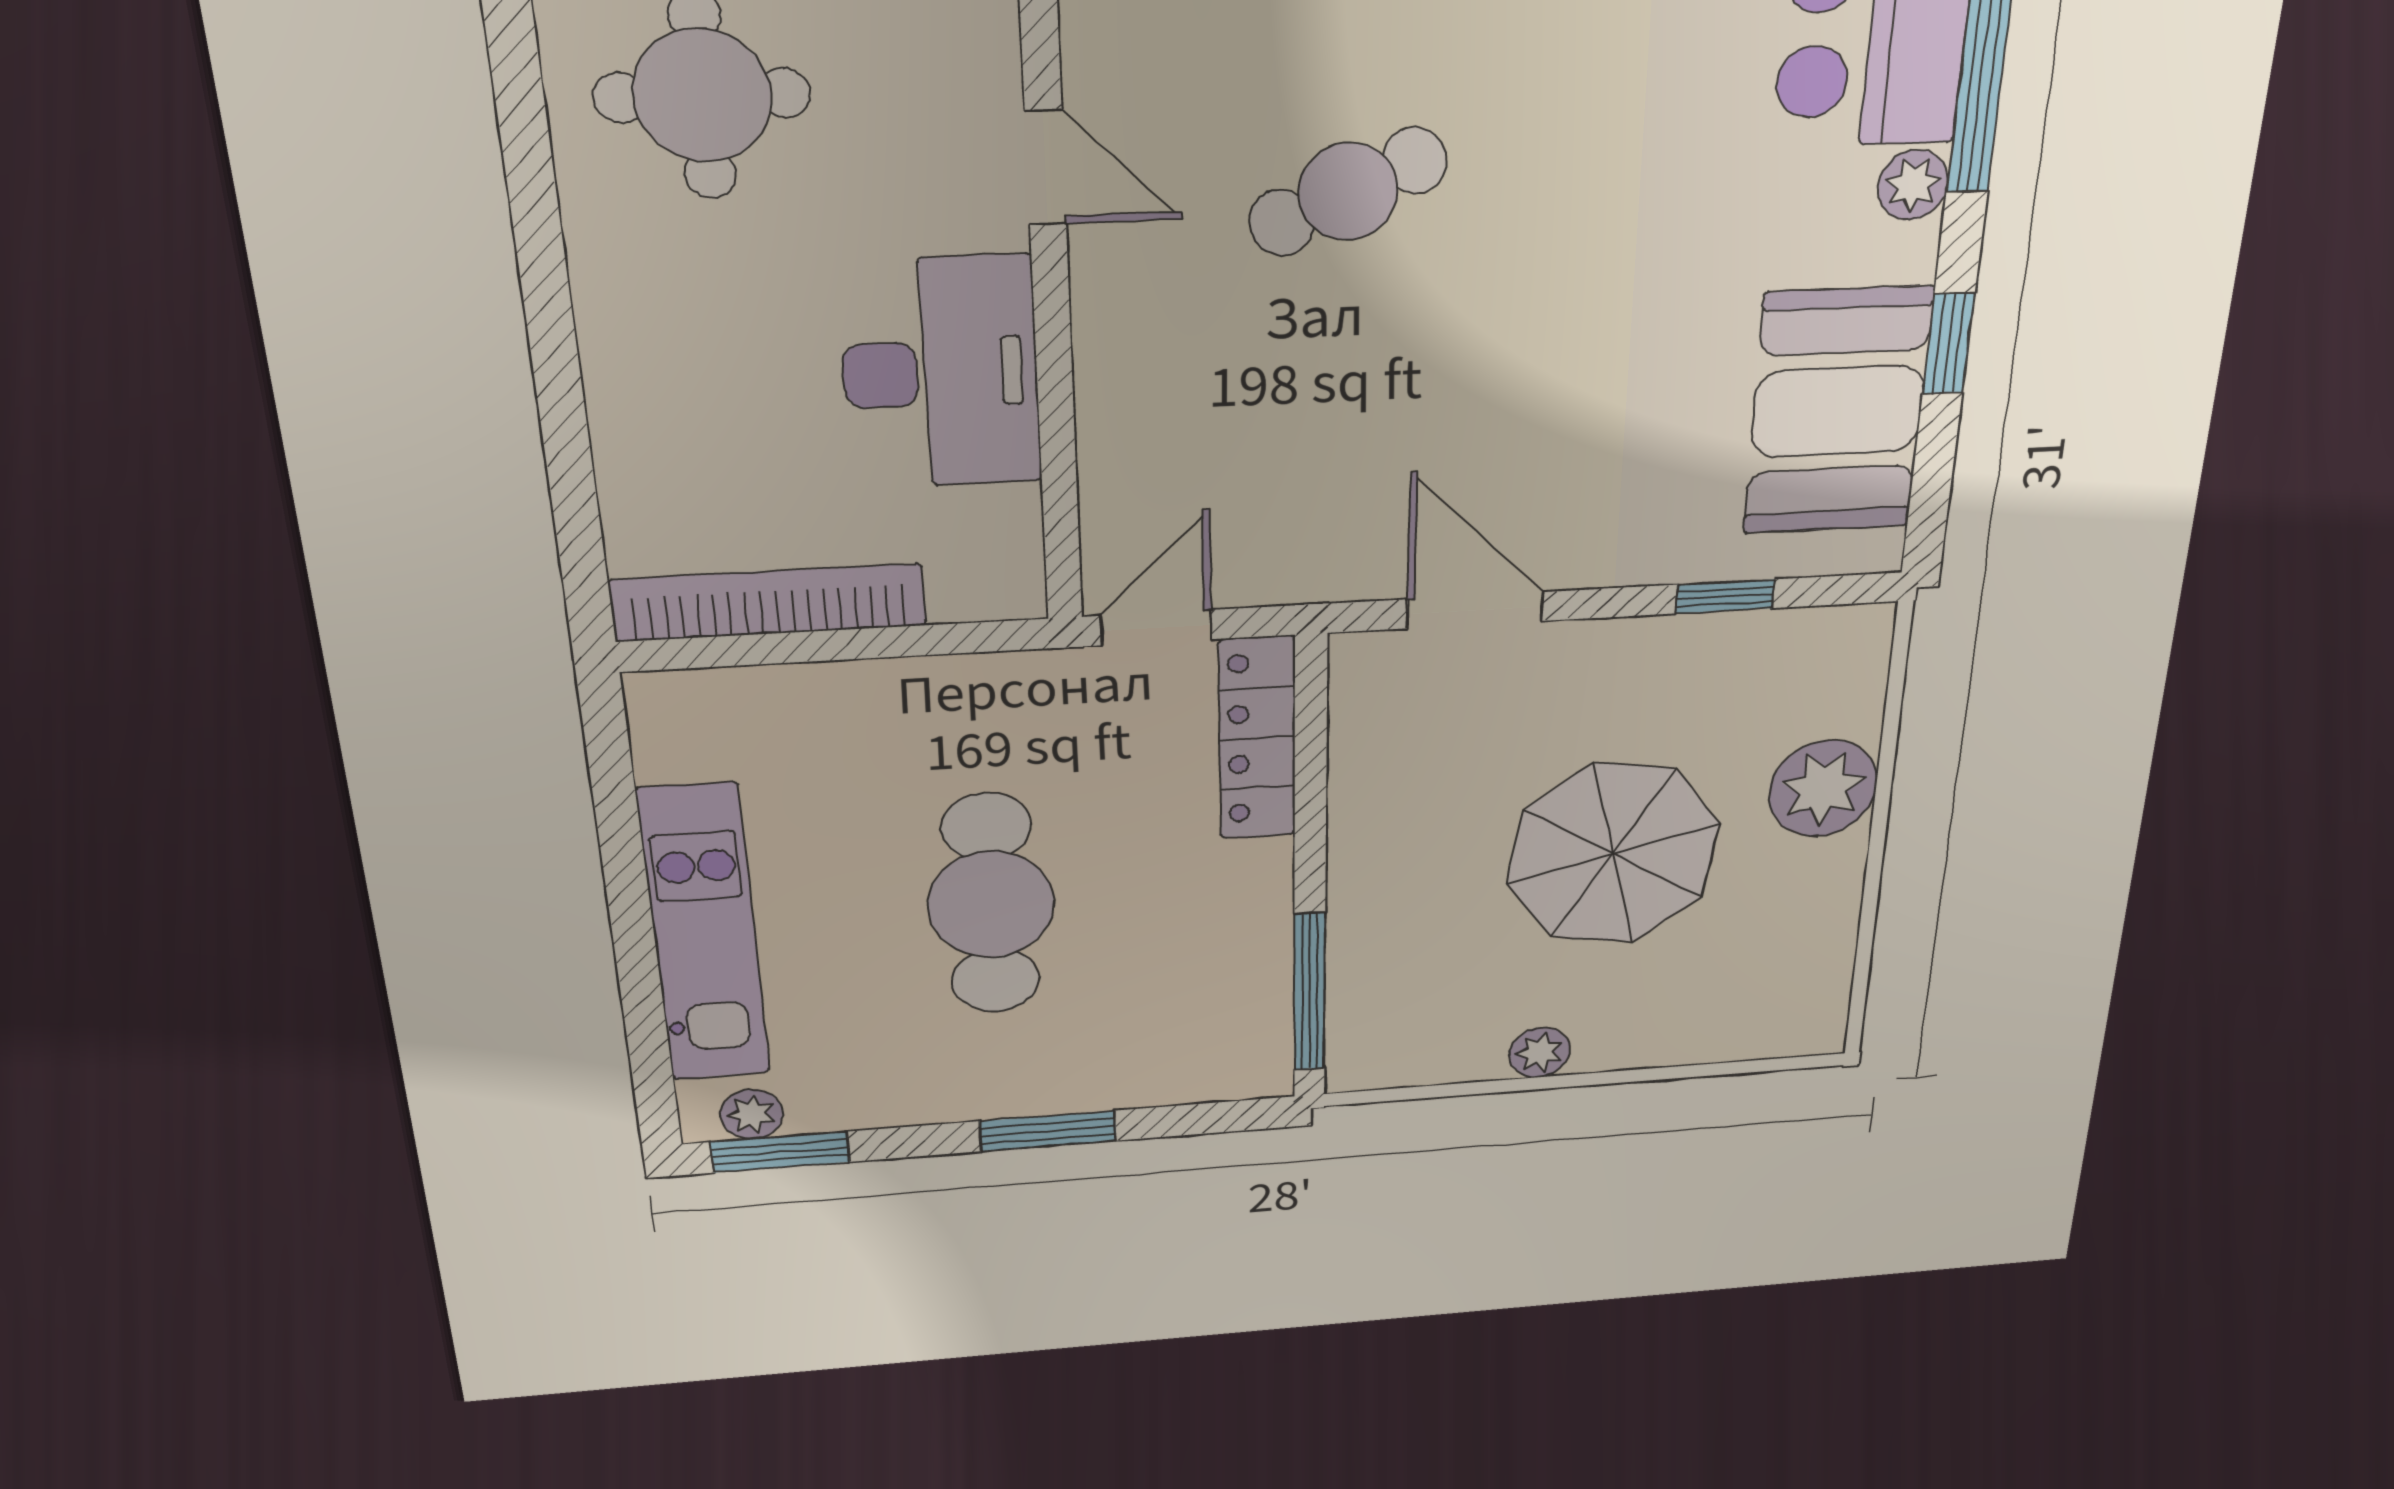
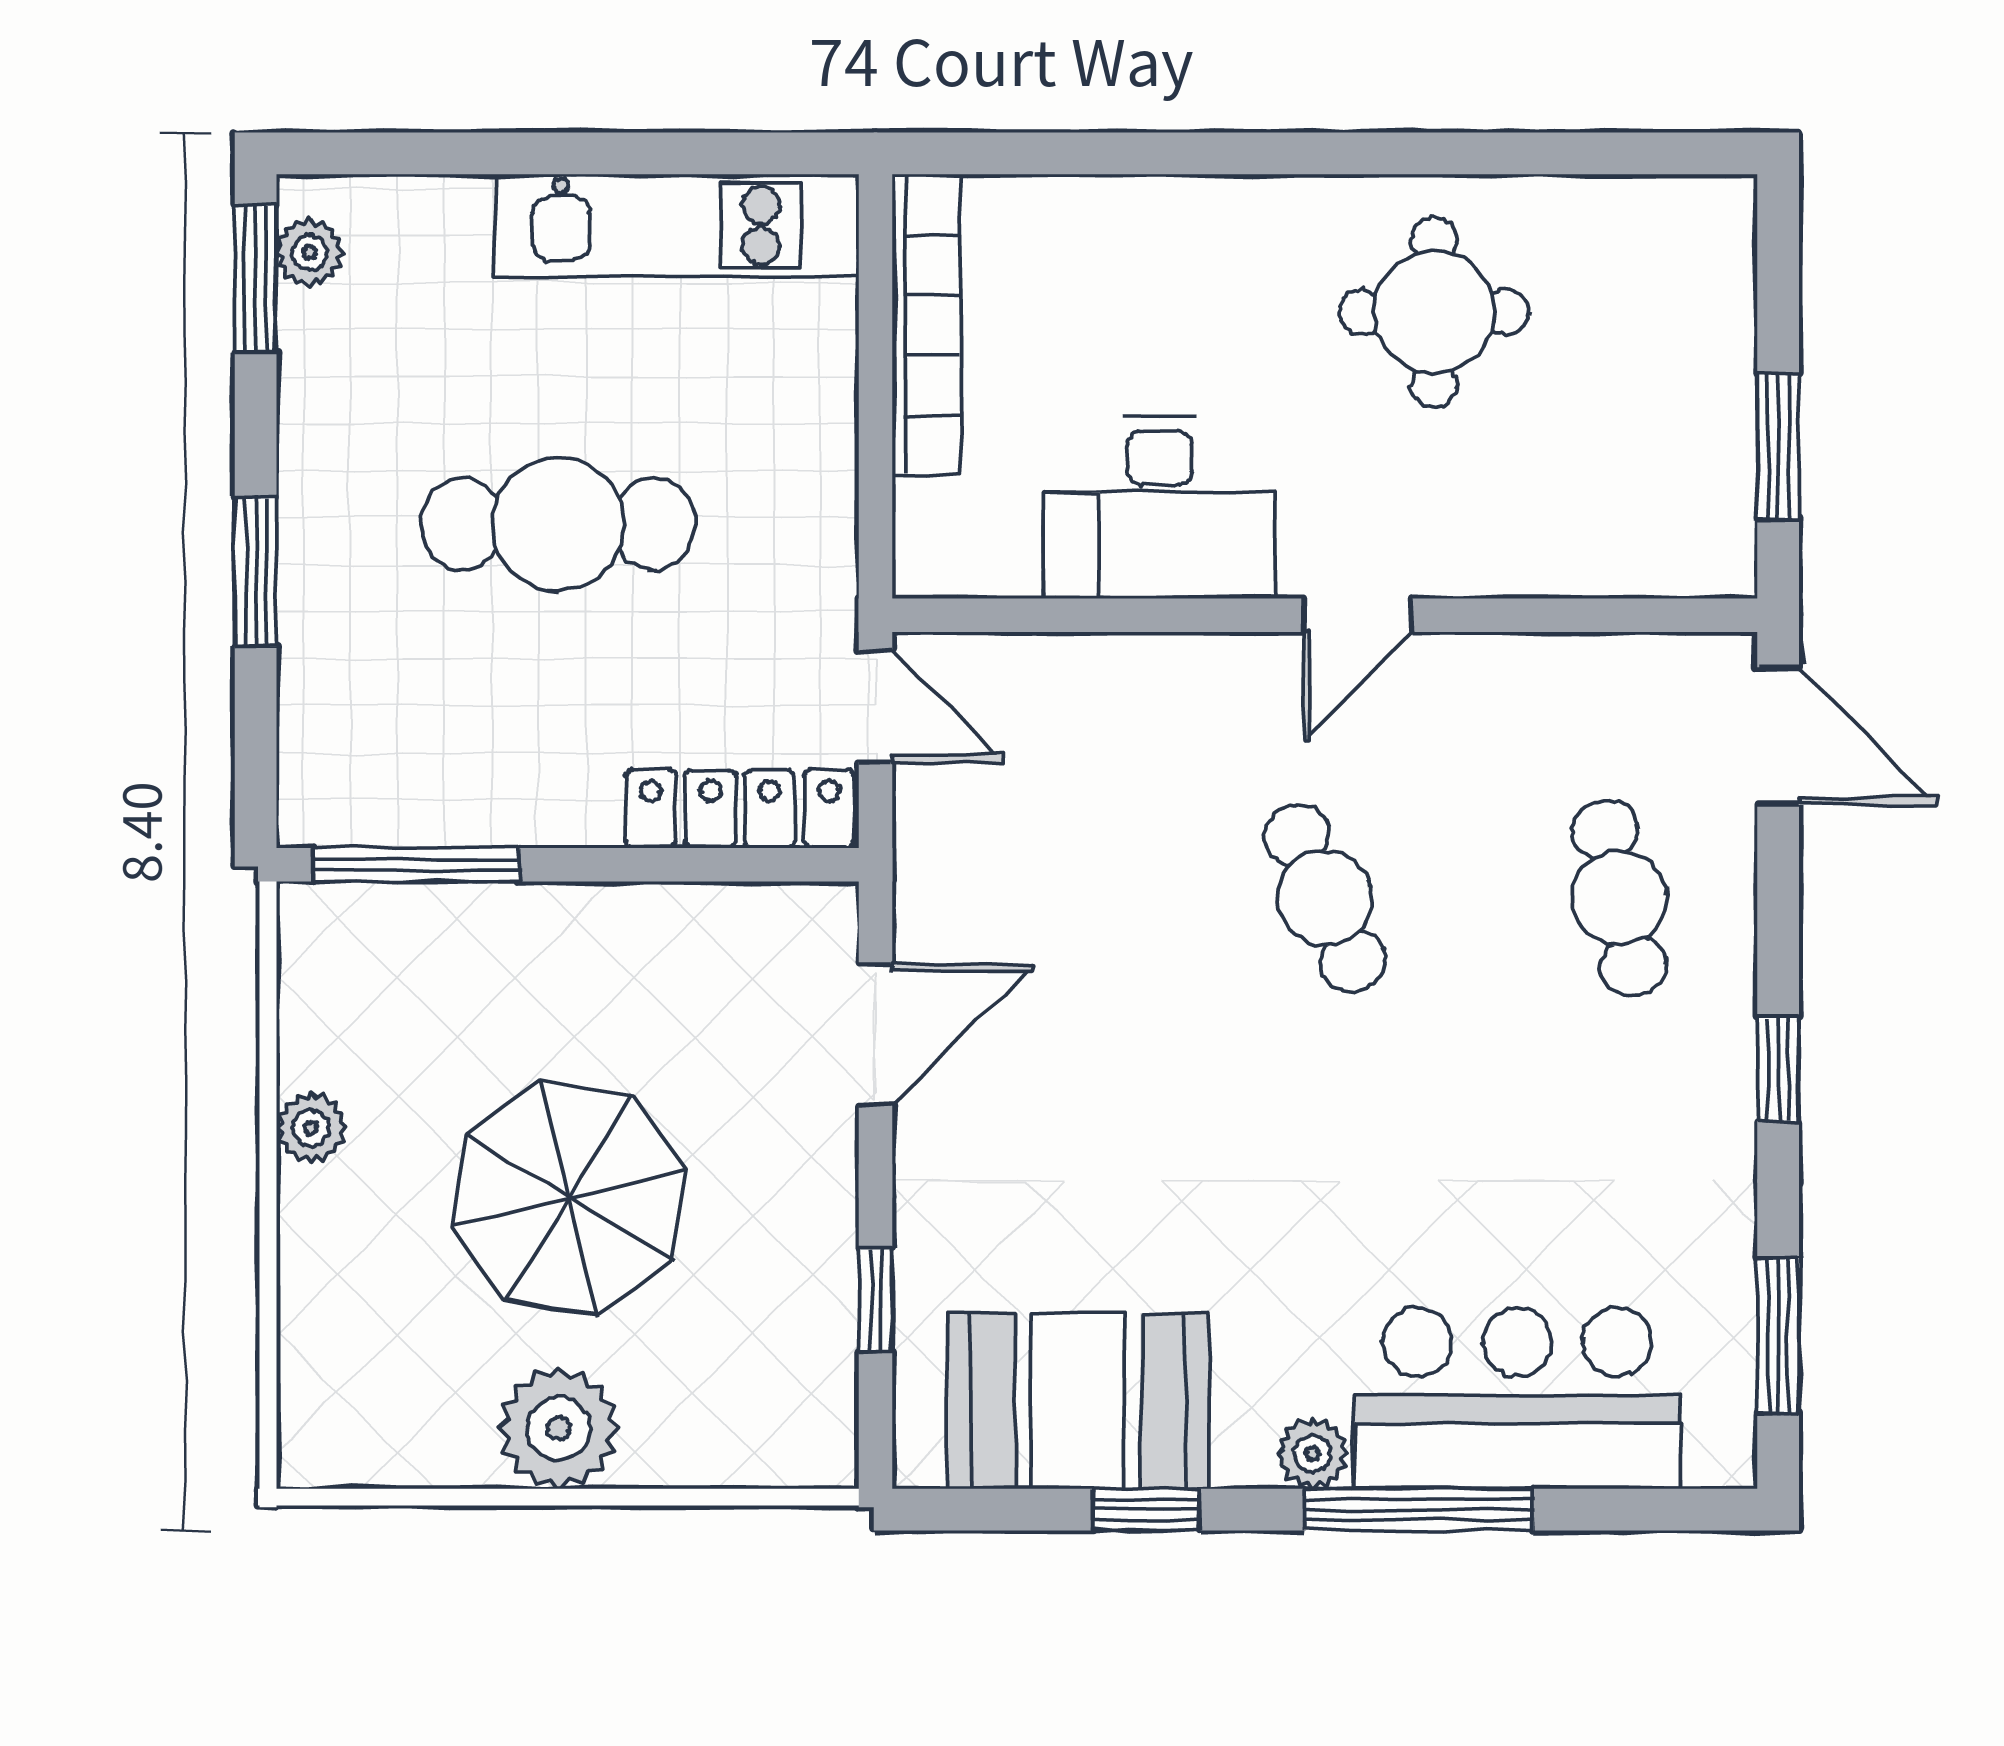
plant: (1823, 788) -> (559, 1428), moved
kitchen unit: (704, 934) -> (677, 225), moved

